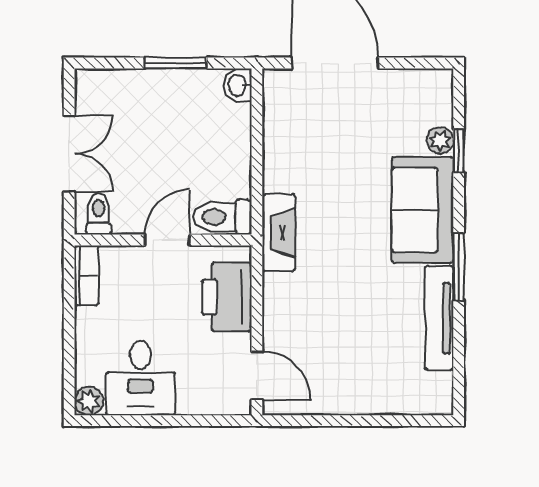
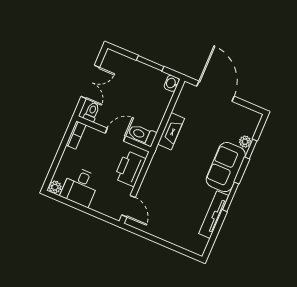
fireplace: (279, 233) -> (171, 131), moved

